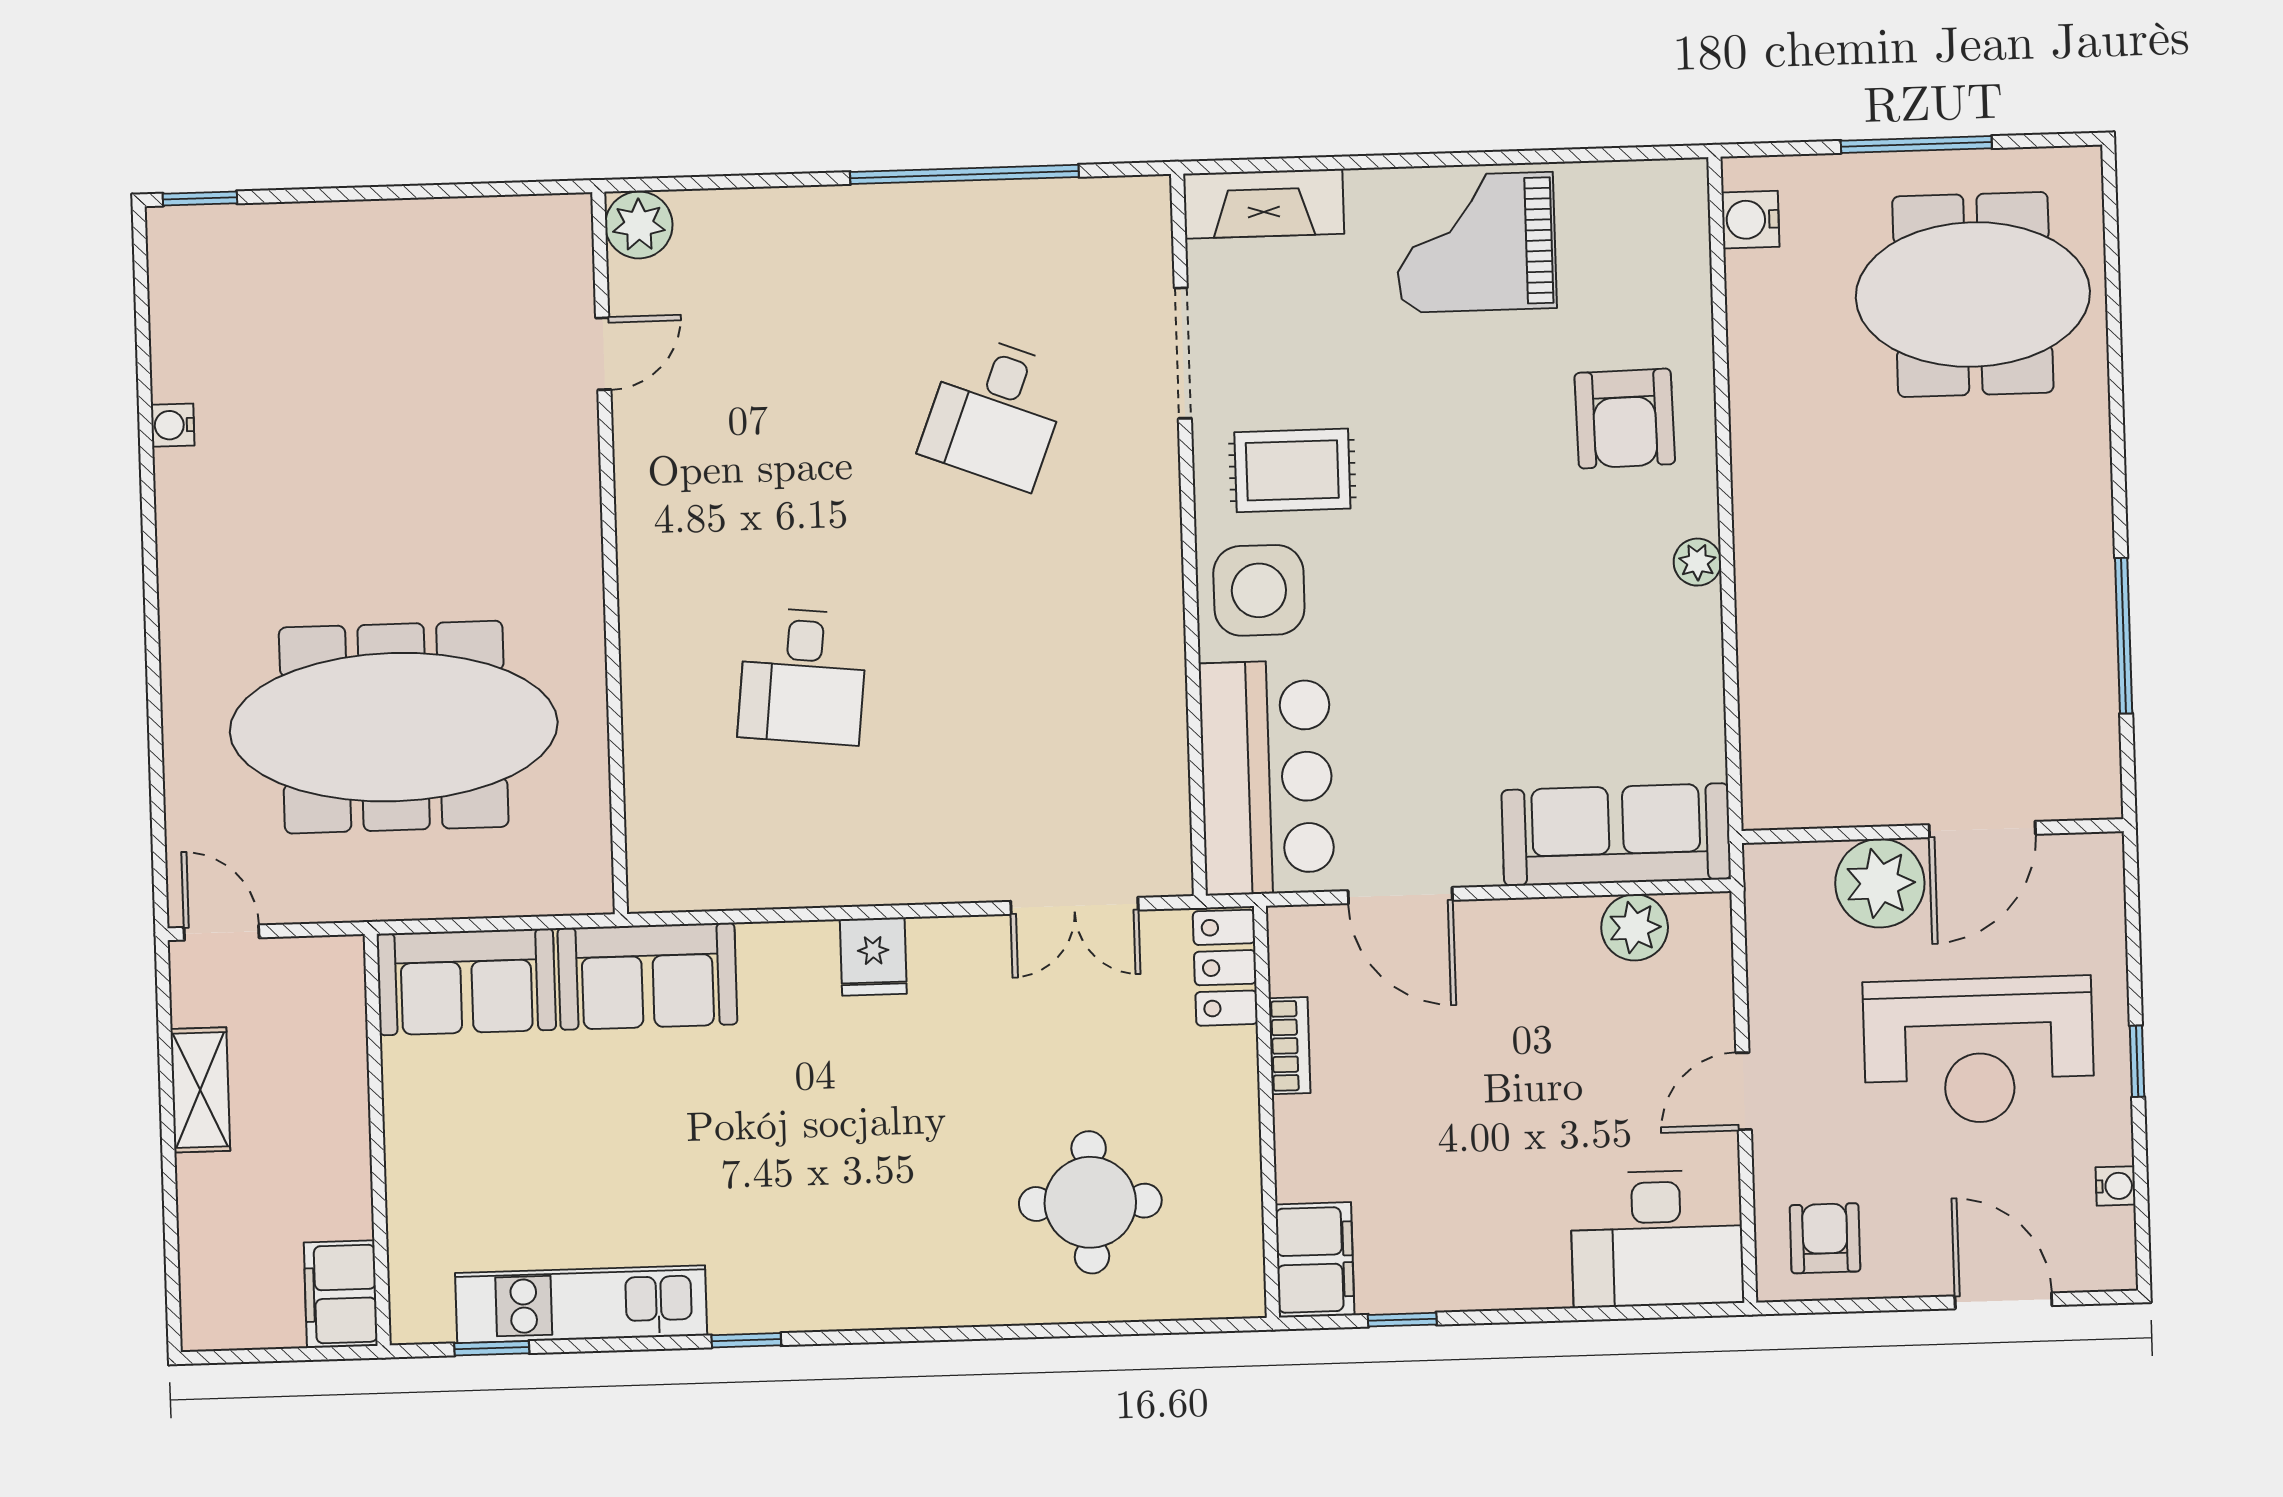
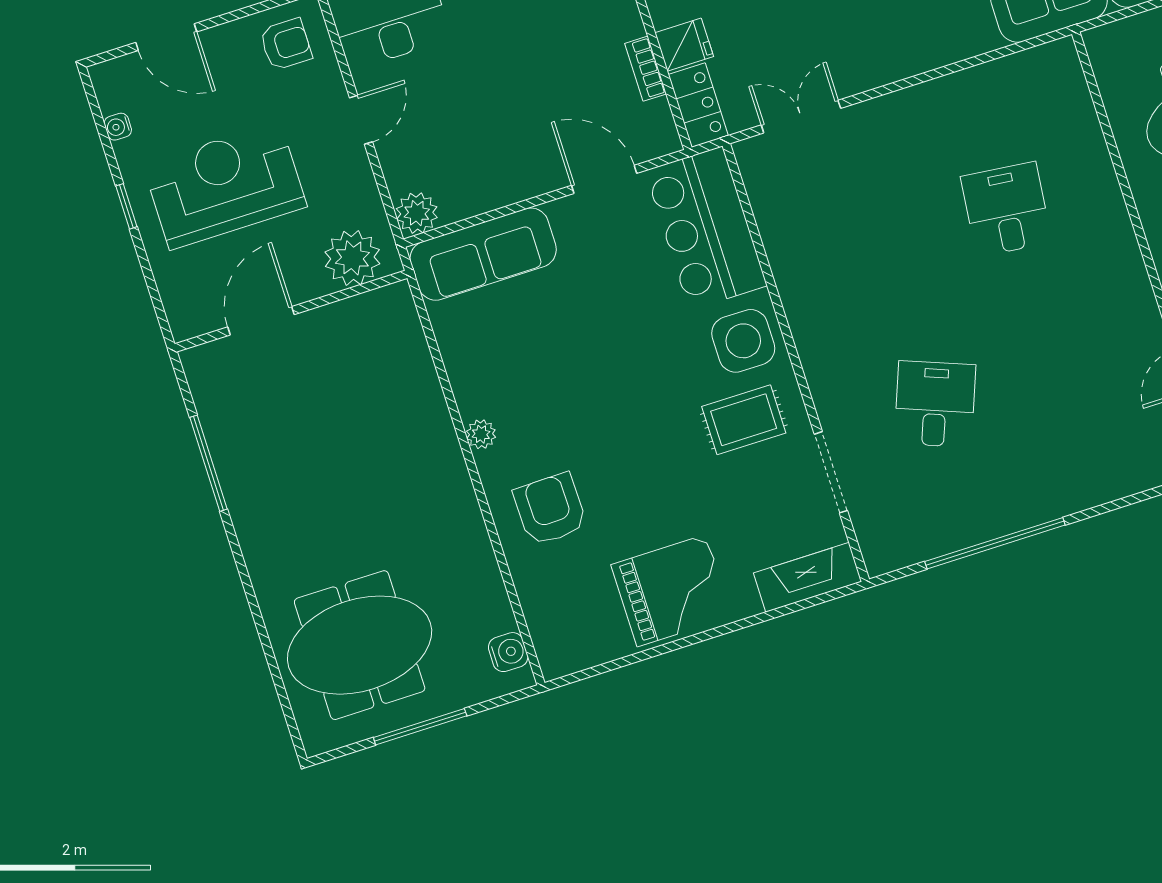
plant: (1880, 883) -> (352, 258), moved
plant: (1635, 927) -> (417, 213), moved
fridge: (873, 957) -> (684, 45), moved, turned 90
armchair: (1825, 1238) -> (286, 44), turned -90

